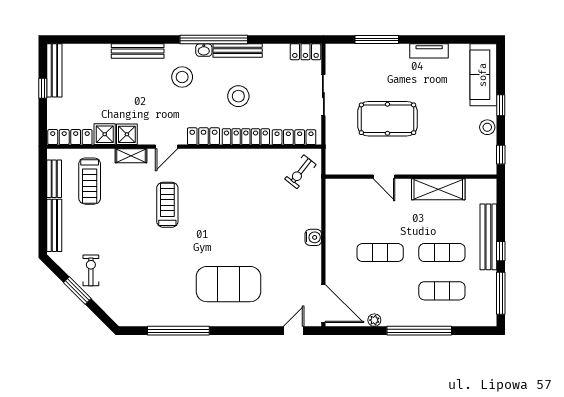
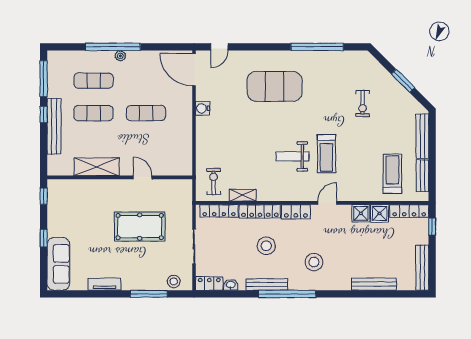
washbasin: (204, 50) -> (231, 285), moved
bench: (138, 51) -> (374, 284), moved
window: (43, 88) -> (432, 227), moved
stool: (487, 127) -> (174, 281), moved
shelving: (131, 156) -> (243, 195), moved
exercise bike: (300, 172) -> (214, 182), turned -39
weight bench: (207, 202) -> (292, 156), added
water cooler: (313, 237) -> (203, 108), moved
exercise bike: (91, 270) -> (363, 103), moved
plant: (374, 320) -> (120, 56), moved

